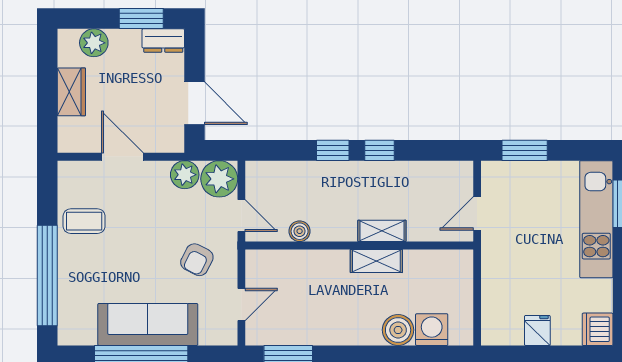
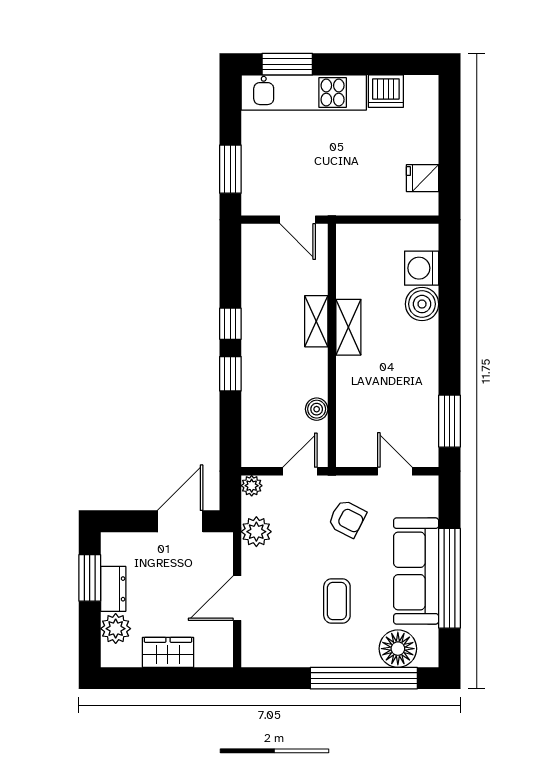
dresser: (163, 40) -> (113, 589), moved
plant: (219, 179) -> (252, 486), width x0.53, depth x0.53
coffee table: (84, 221) -> (337, 601), moved
floor lamp: (75, 307) -> (398, 649), added
dishwasher: (598, 329) -> (386, 91), moved
fridge: (537, 330) -> (423, 178), moved

